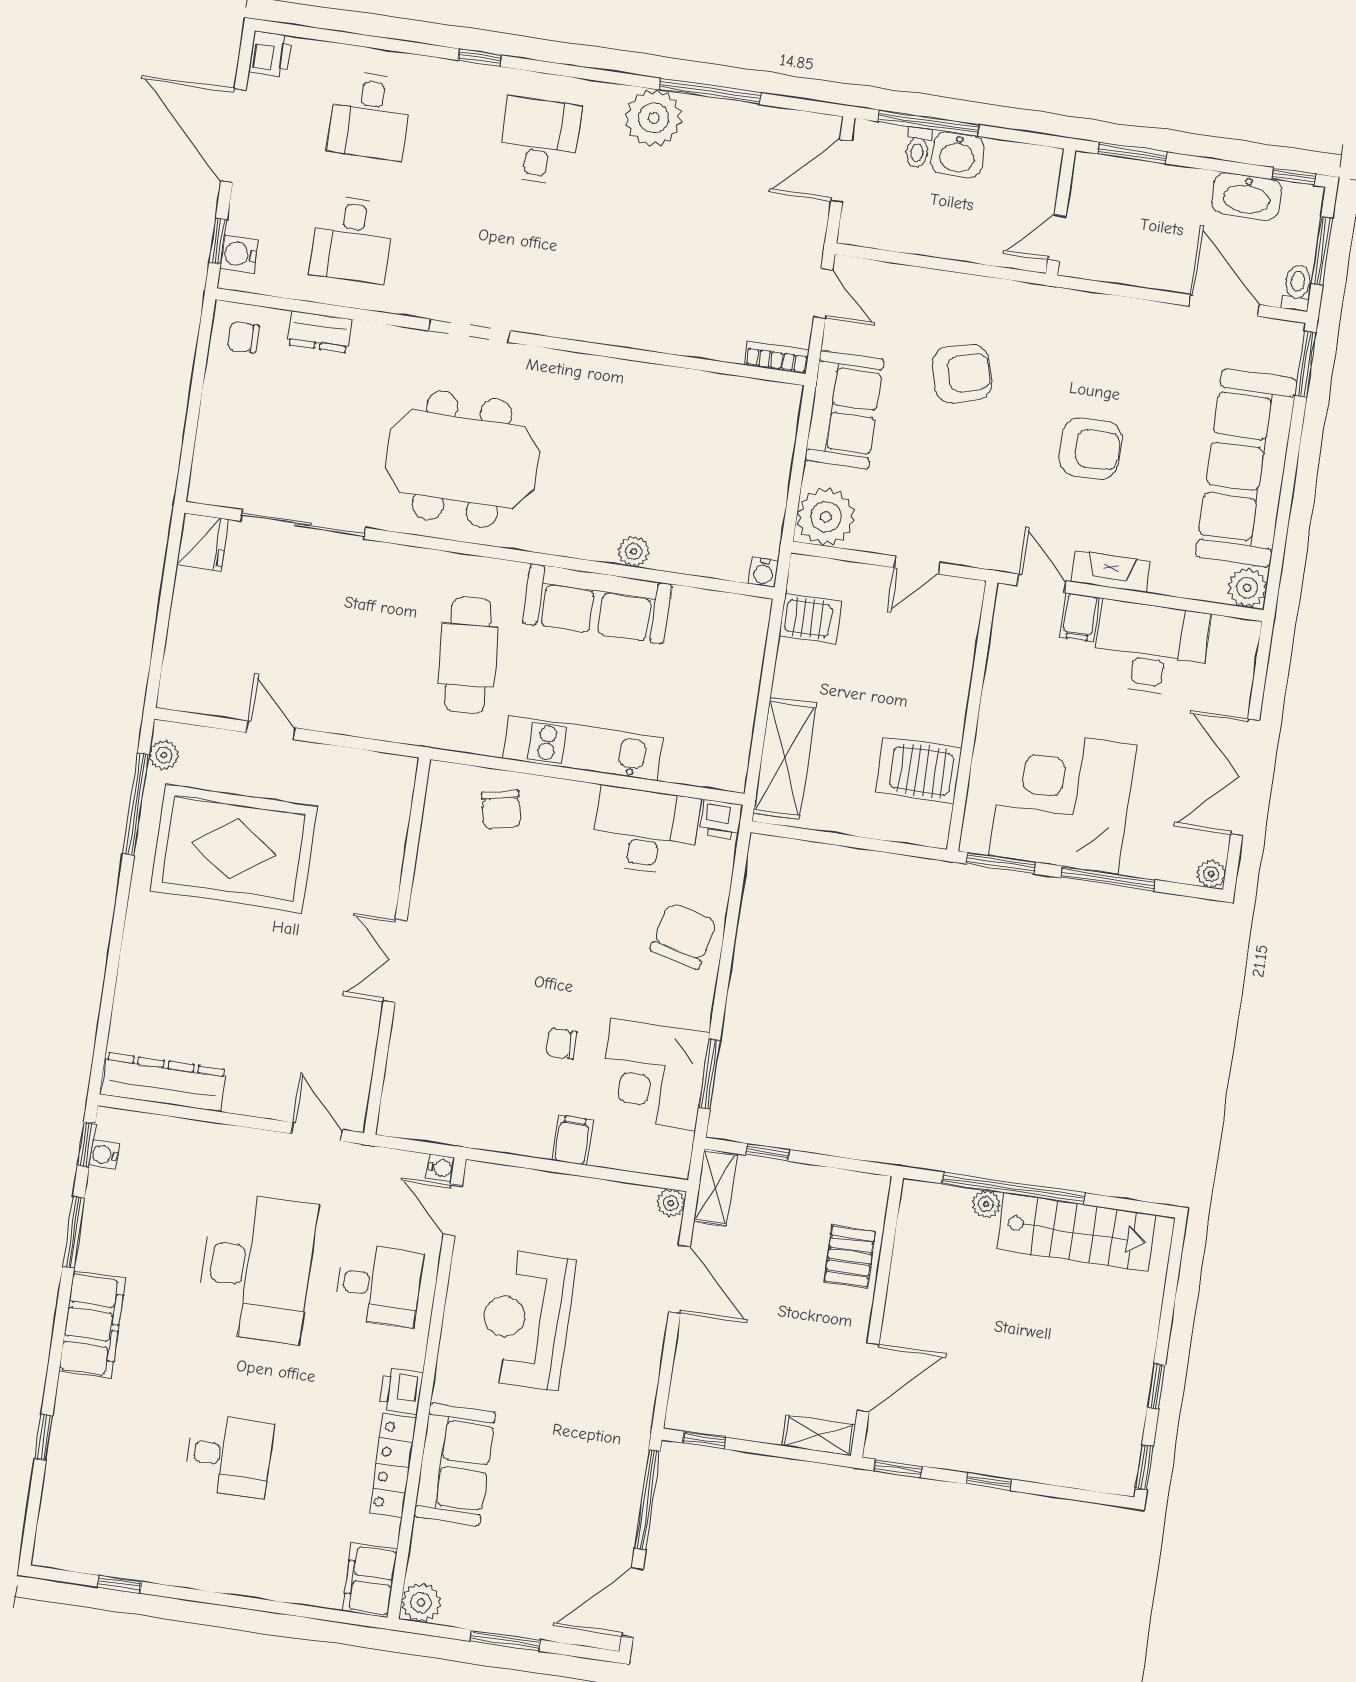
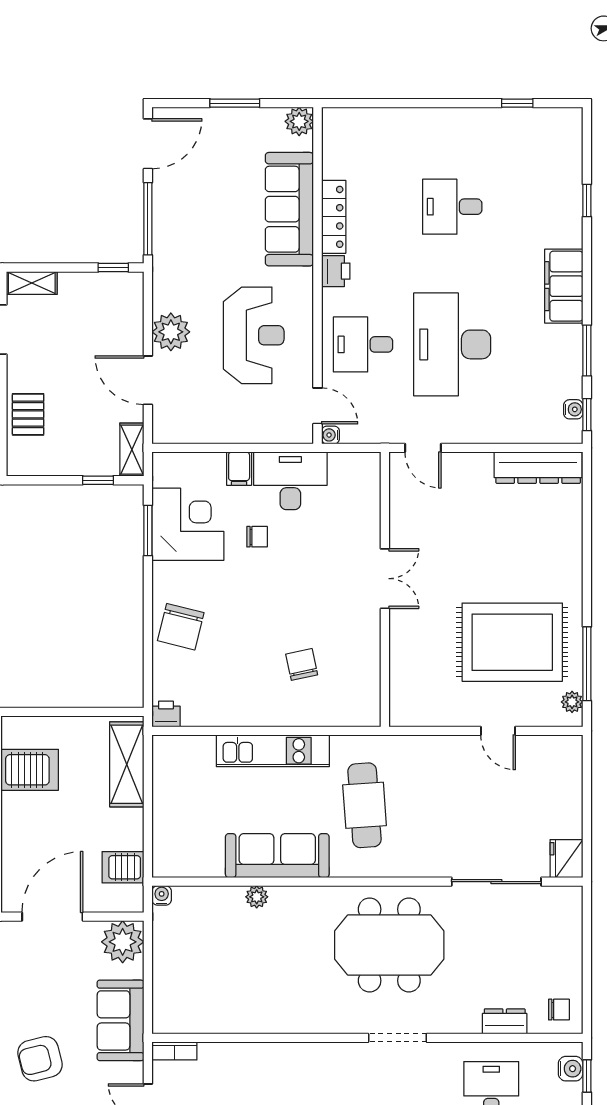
door: (917, 565) -> (52, 917), width x1.88
chair: (501, 809) -> (302, 664), moved
desk: (646, 831) -> (290, 481), moved, turned 180
plant: (671, 1203) -> (171, 332), moved, width x1.87, depth x1.87
sofa: (455, 1464) -> (289, 209), width x1.36
filing cabinet: (370, 1580) -> (338, 132), removed

